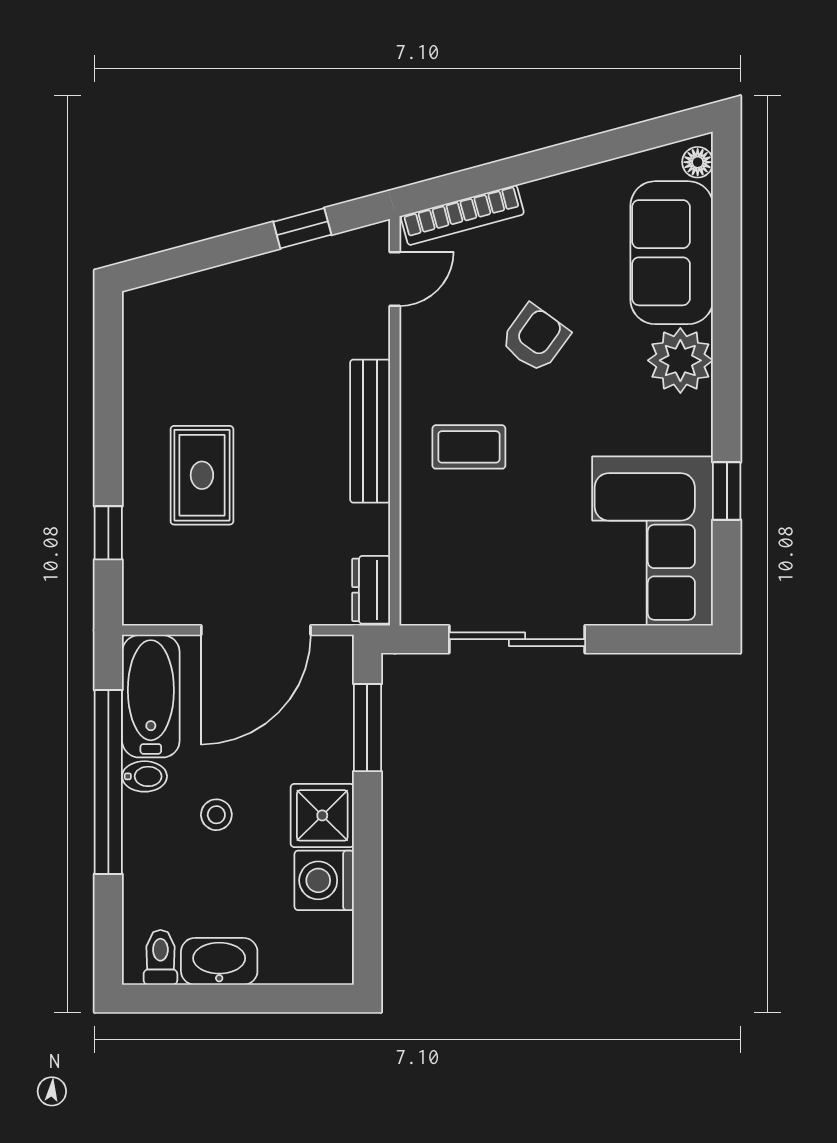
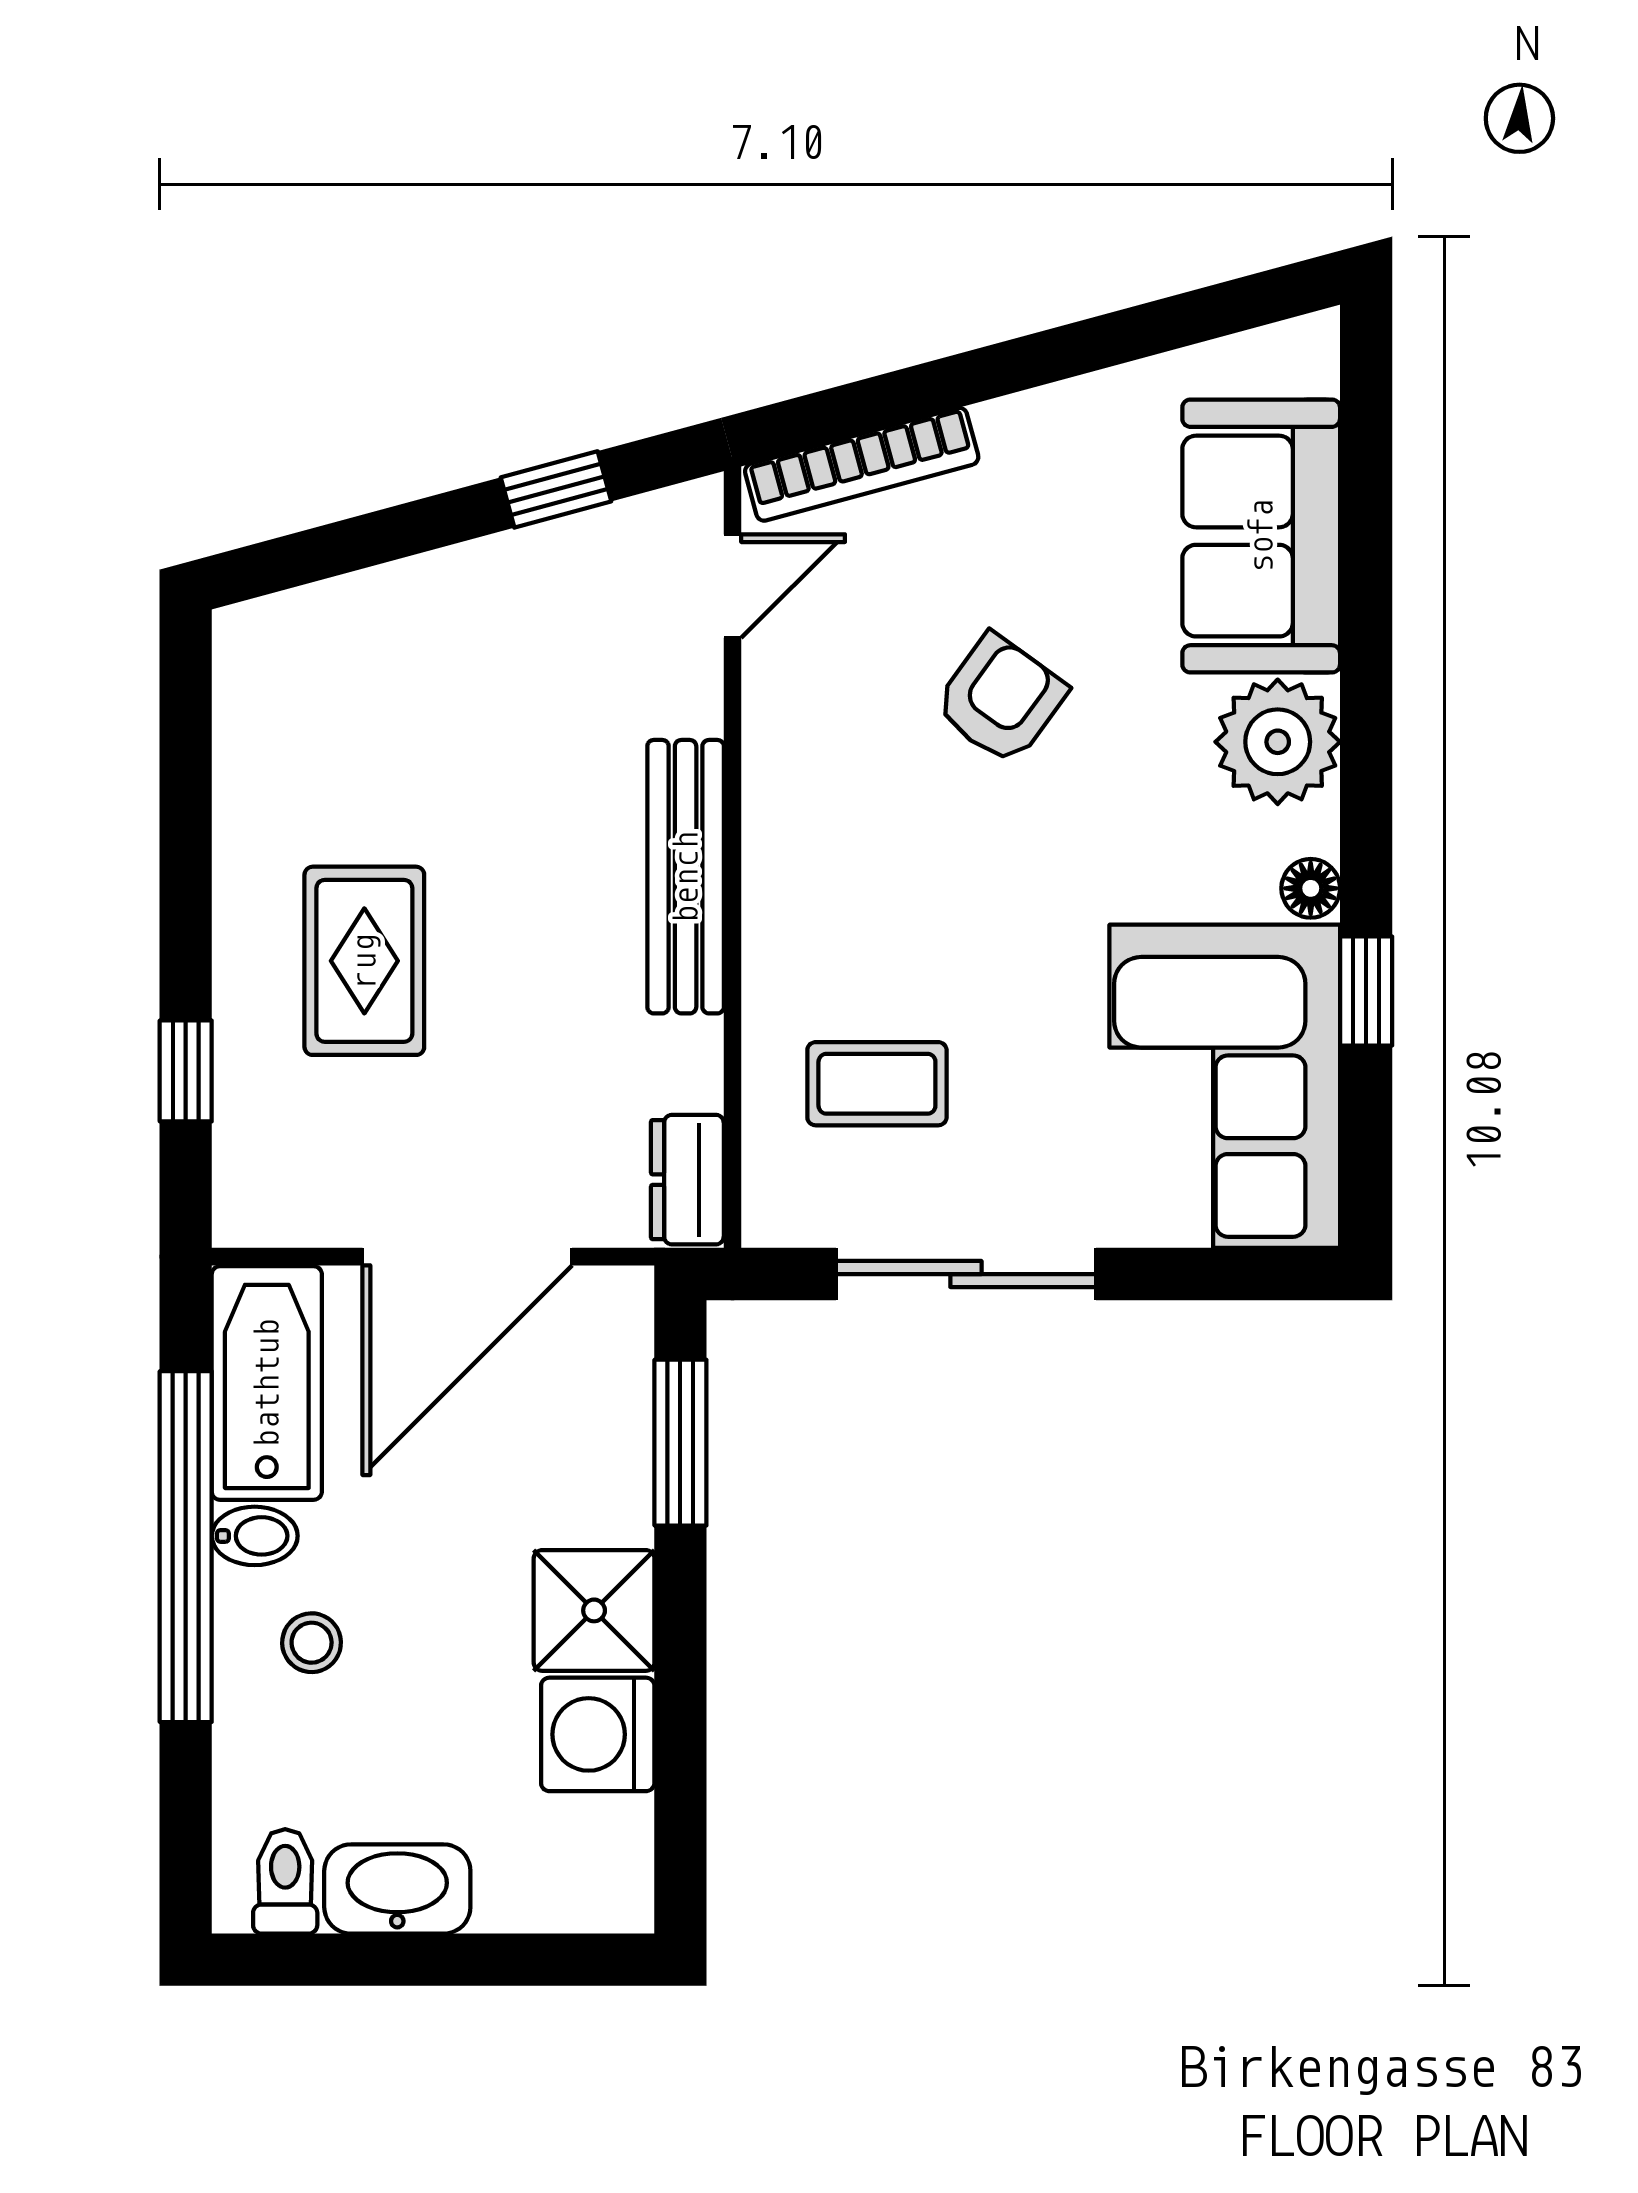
floor lamp: (698, 162) -> (1311, 888), moved
coffee table: (469, 447) -> (877, 1084), moved
stool: (216, 815) -> (312, 1643), moved

